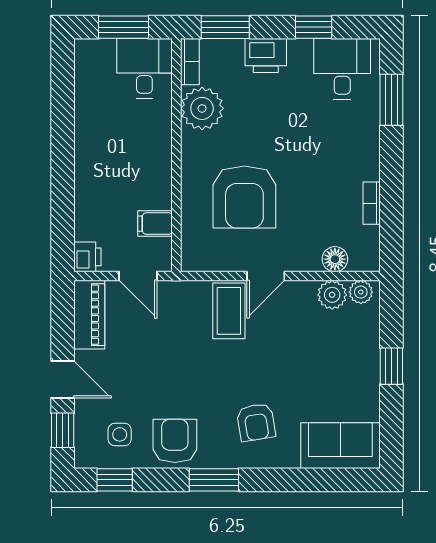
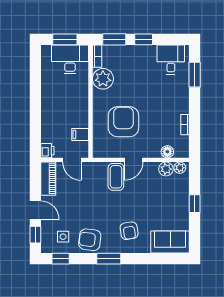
window: (314, 27) -> (144, 39), moved
printer: (266, 56) -> (134, 53), removed
desk: (144, 68) -> (70, 59), width x1.37
armchair: (244, 197) -> (123, 122), turned 180
armchair: (175, 441) -> (90, 240), turned -83

